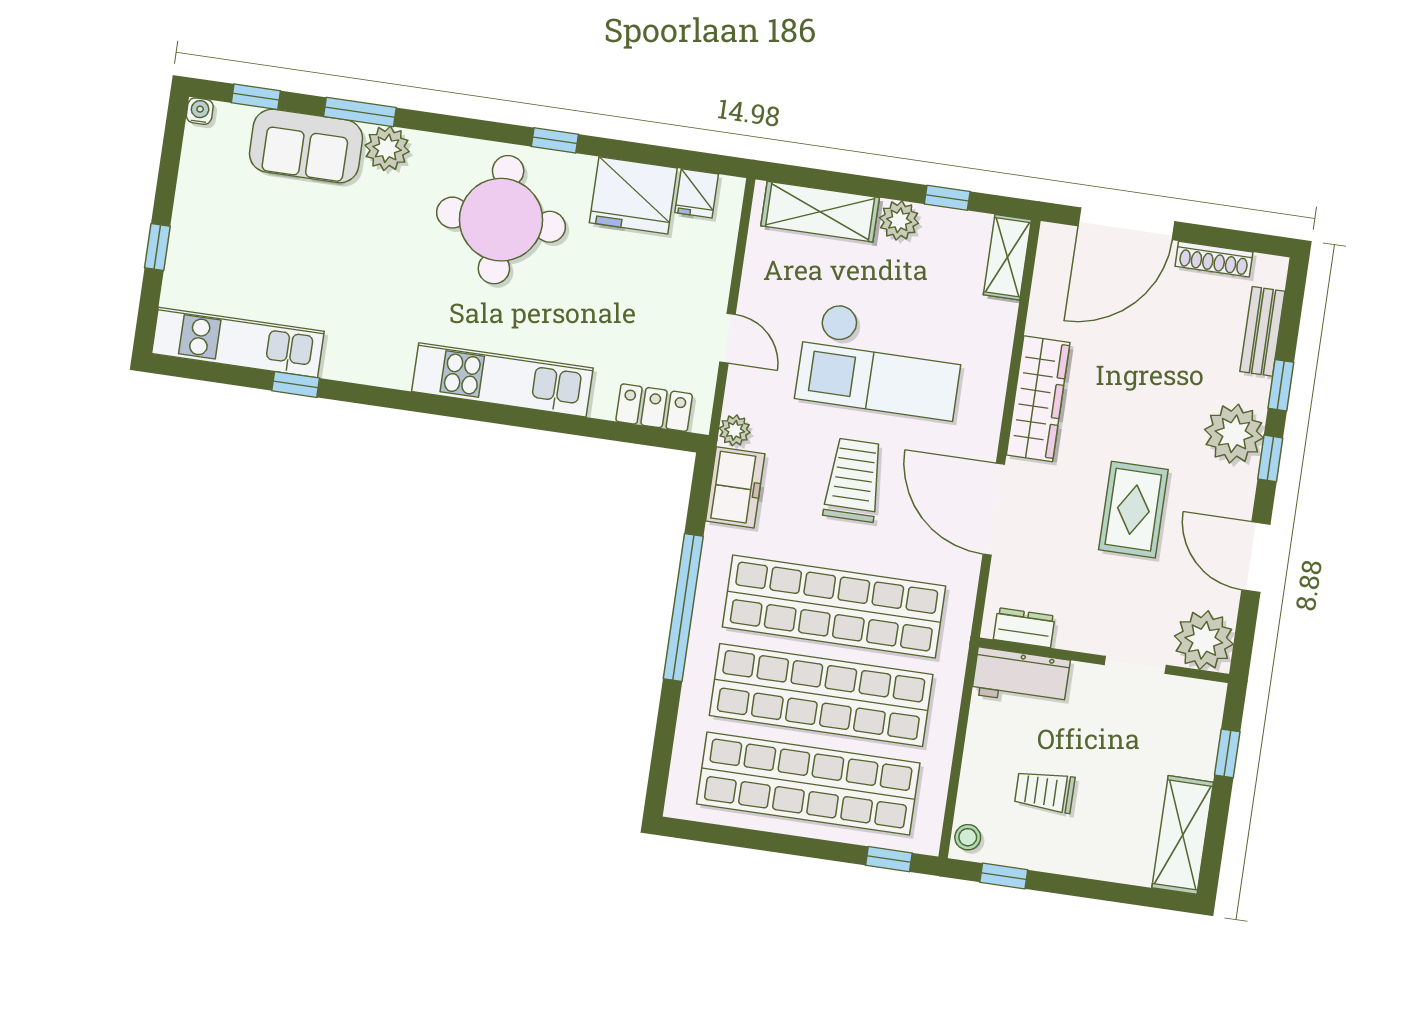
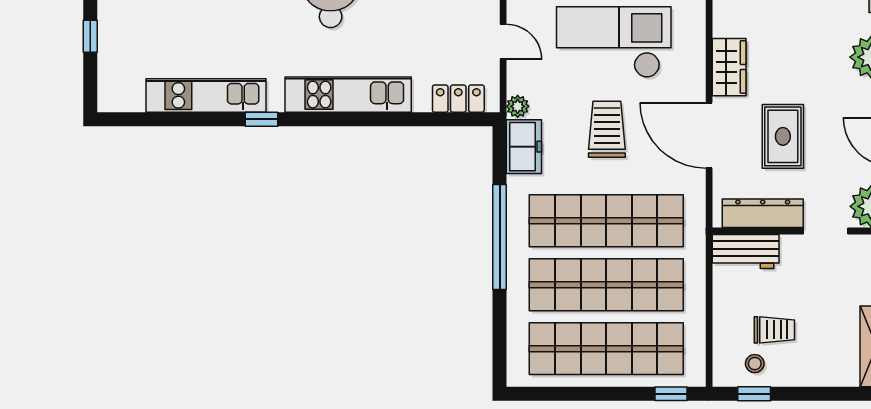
kitchen unit: (238, 342) -> (206, 95), moved
checkout: (881, 361) -> (614, 42), turned 180
window: (296, 384) -> (262, 119), moved
wardrobe: (1038, 399) -> (729, 67), width x0.67
rug: (1133, 510) -> (783, 136), moved
dresser: (1024, 628) -> (763, 213), width x1.96, depth x1.24
trolley: (1045, 791) -> (774, 330), turned 180
stool: (968, 837) -> (755, 364), moved

